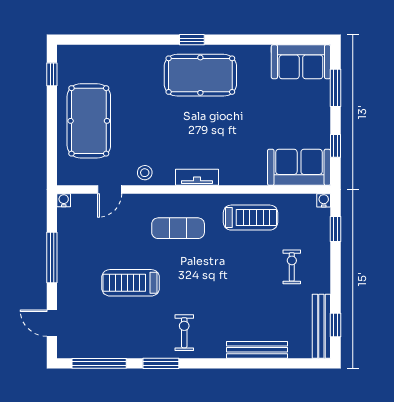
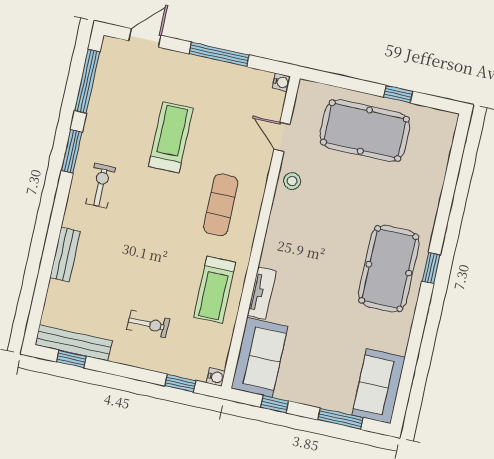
window: (52, 74) -> (398, 94), moved
tv unit: (197, 177) -> (262, 293), moved
exercise bike: (184, 333) -> (101, 186), turned -90
bench: (257, 350) -> (65, 255), width x0.73

